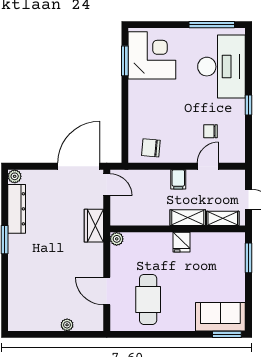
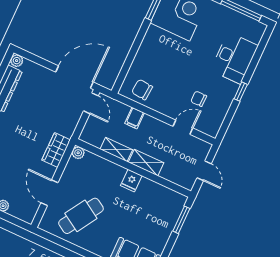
desk: (221, 67) -> (234, 58), width x0.73, depth x0.77
filing cabinet: (178, 179) -> (134, 118), moved
shelving: (223, 218) -> (116, 149), moved
wardrobe: (94, 226) -> (56, 150), moved
cafe table: (148, 299) -> (81, 216), turned 32

